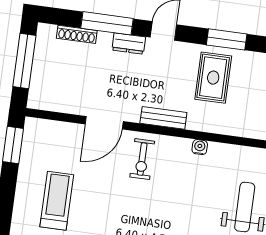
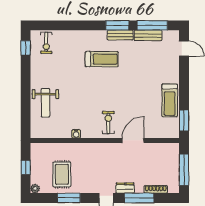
rug: (213, 78) -> (62, 174), moved
bench: (163, 118) -> (99, 148), removed
treadmill: (57, 201) -> (170, 100), moved

